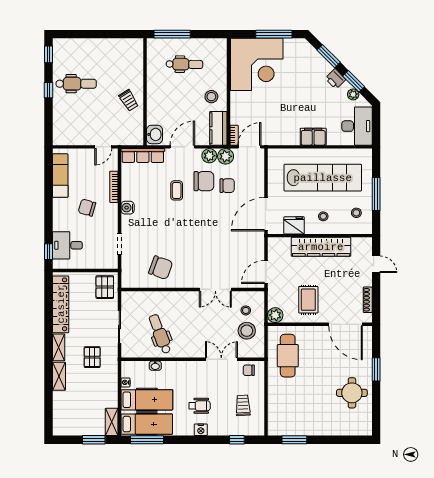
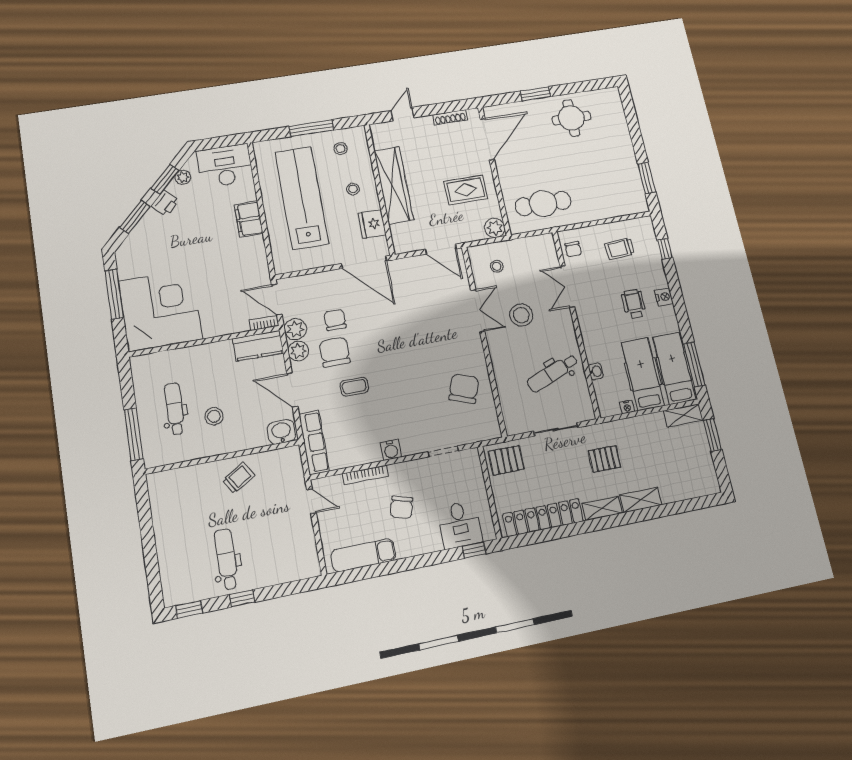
stool: (211, 97) -> (214, 416), moved
stool: (247, 331) -> (521, 315), moved

